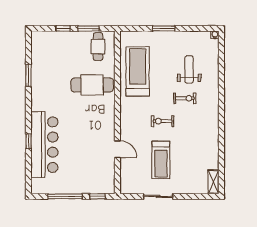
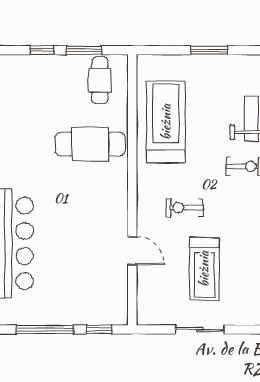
exercise bike: (163, 121) -> (185, 208), moved

